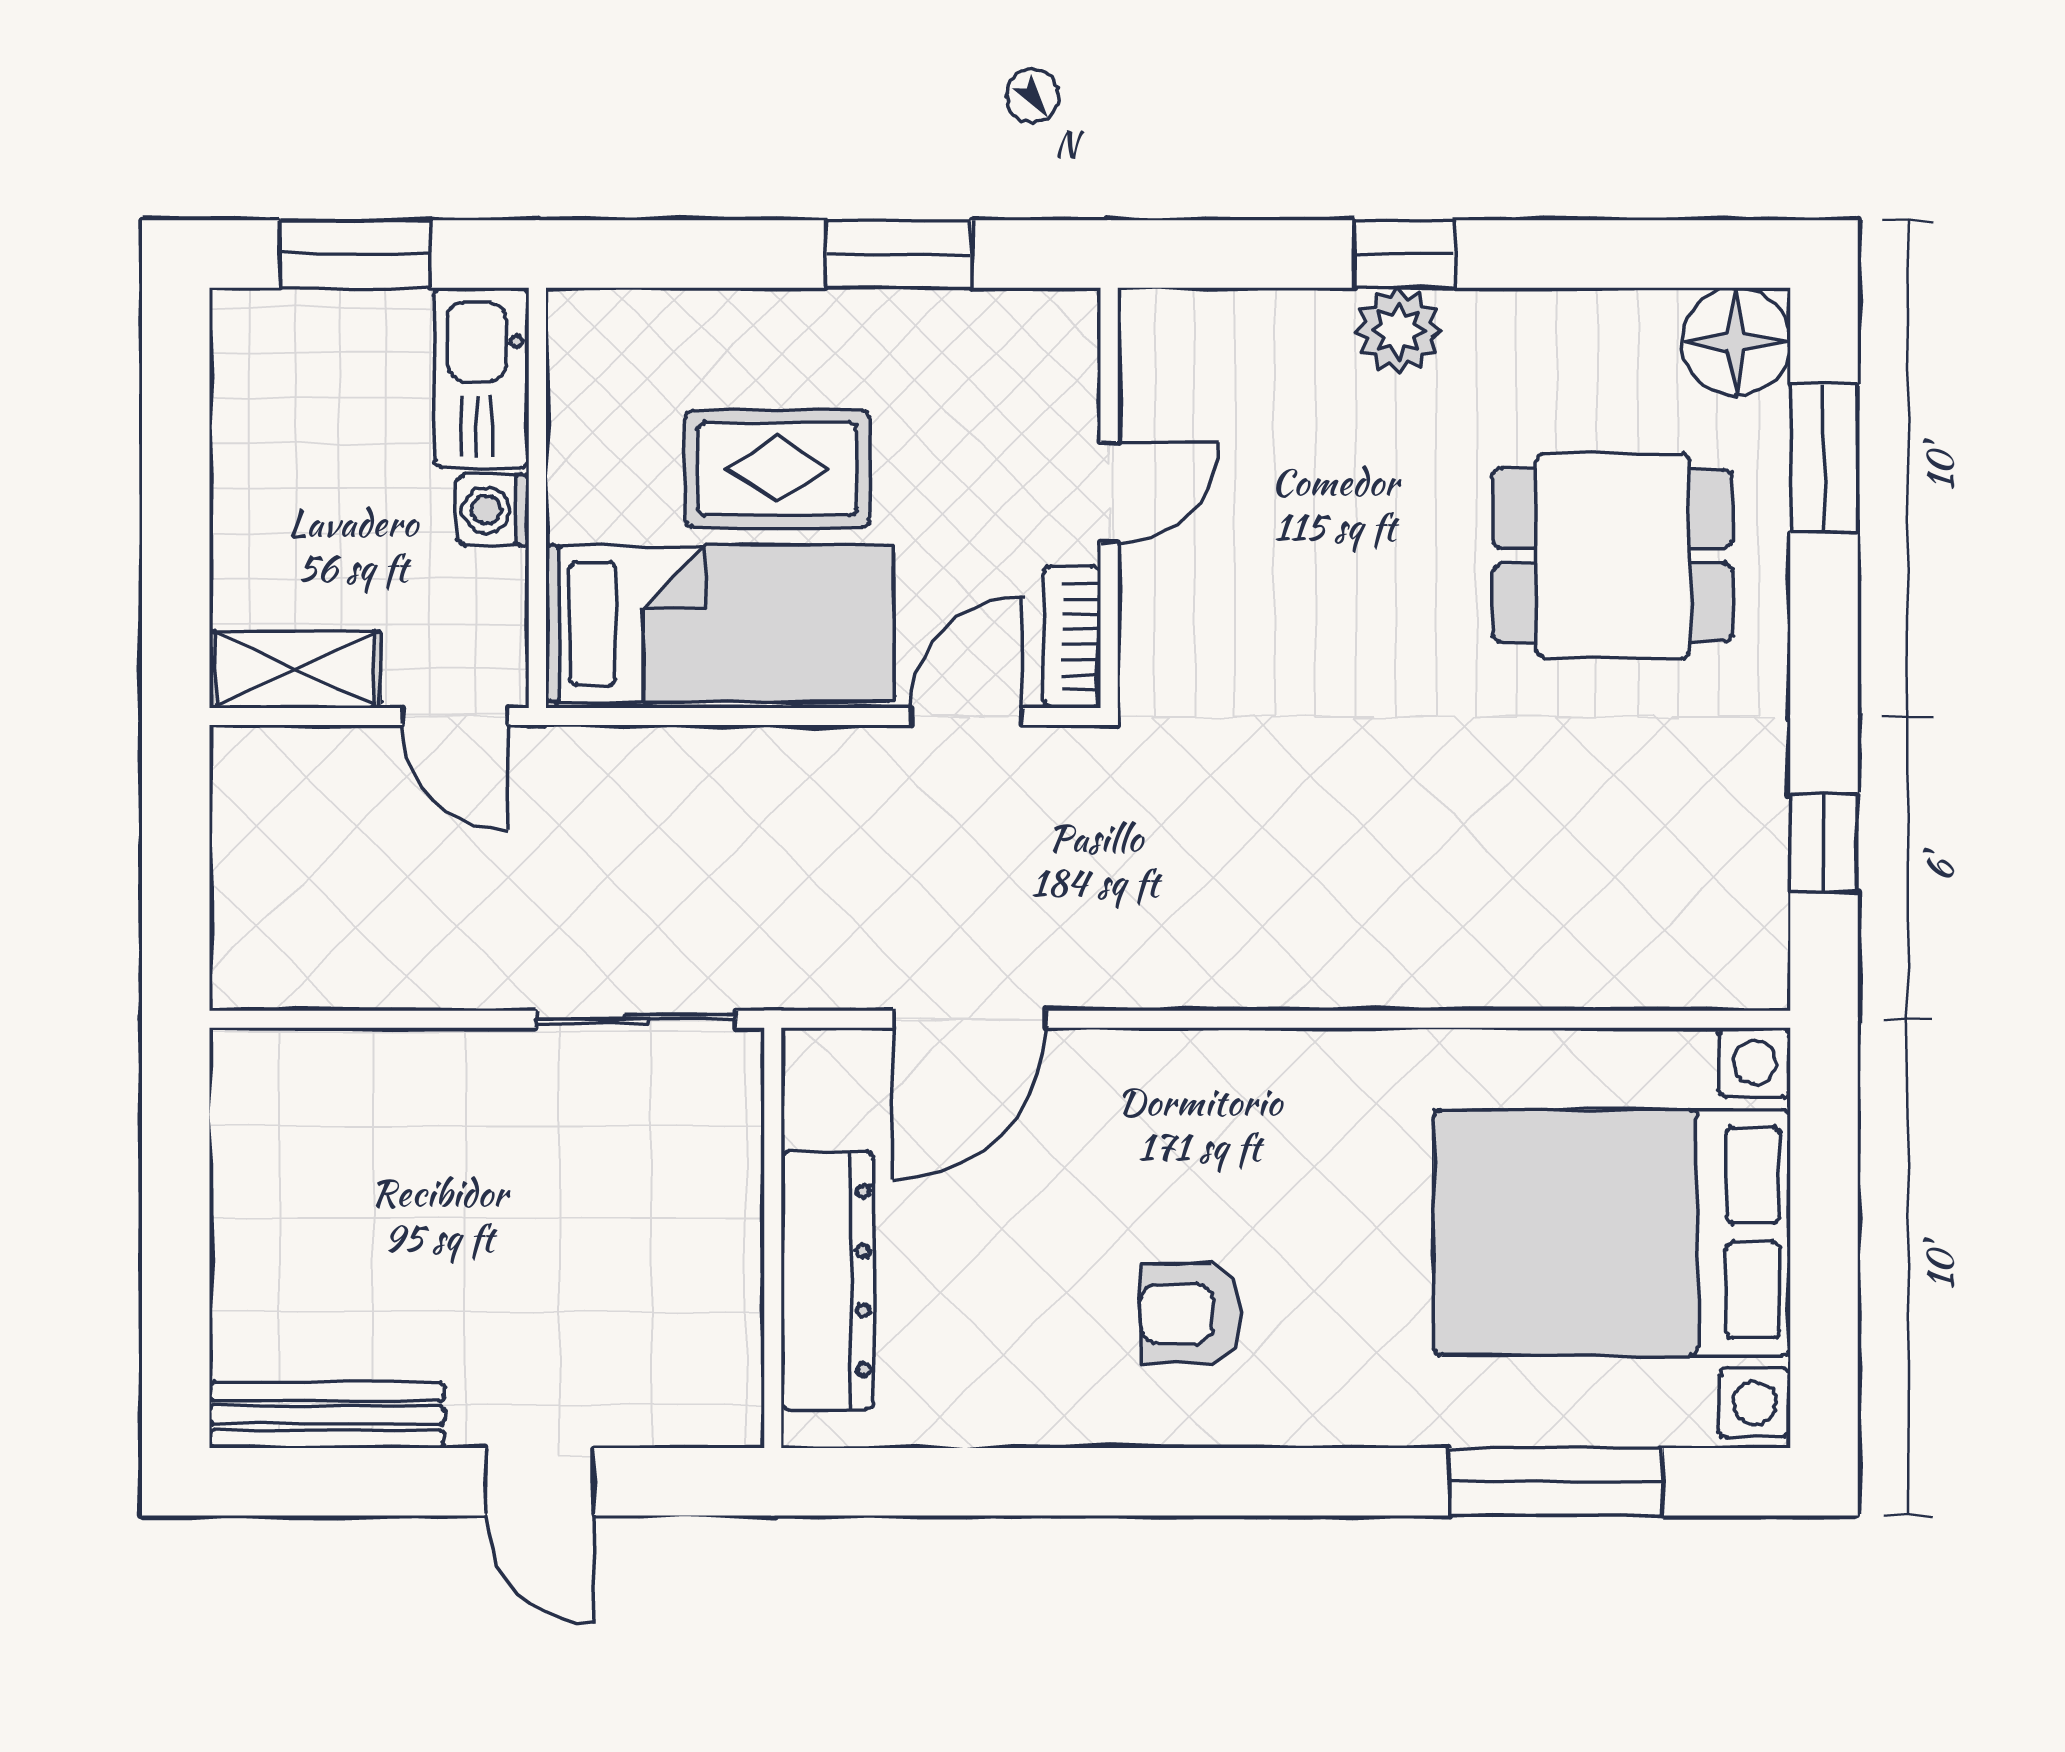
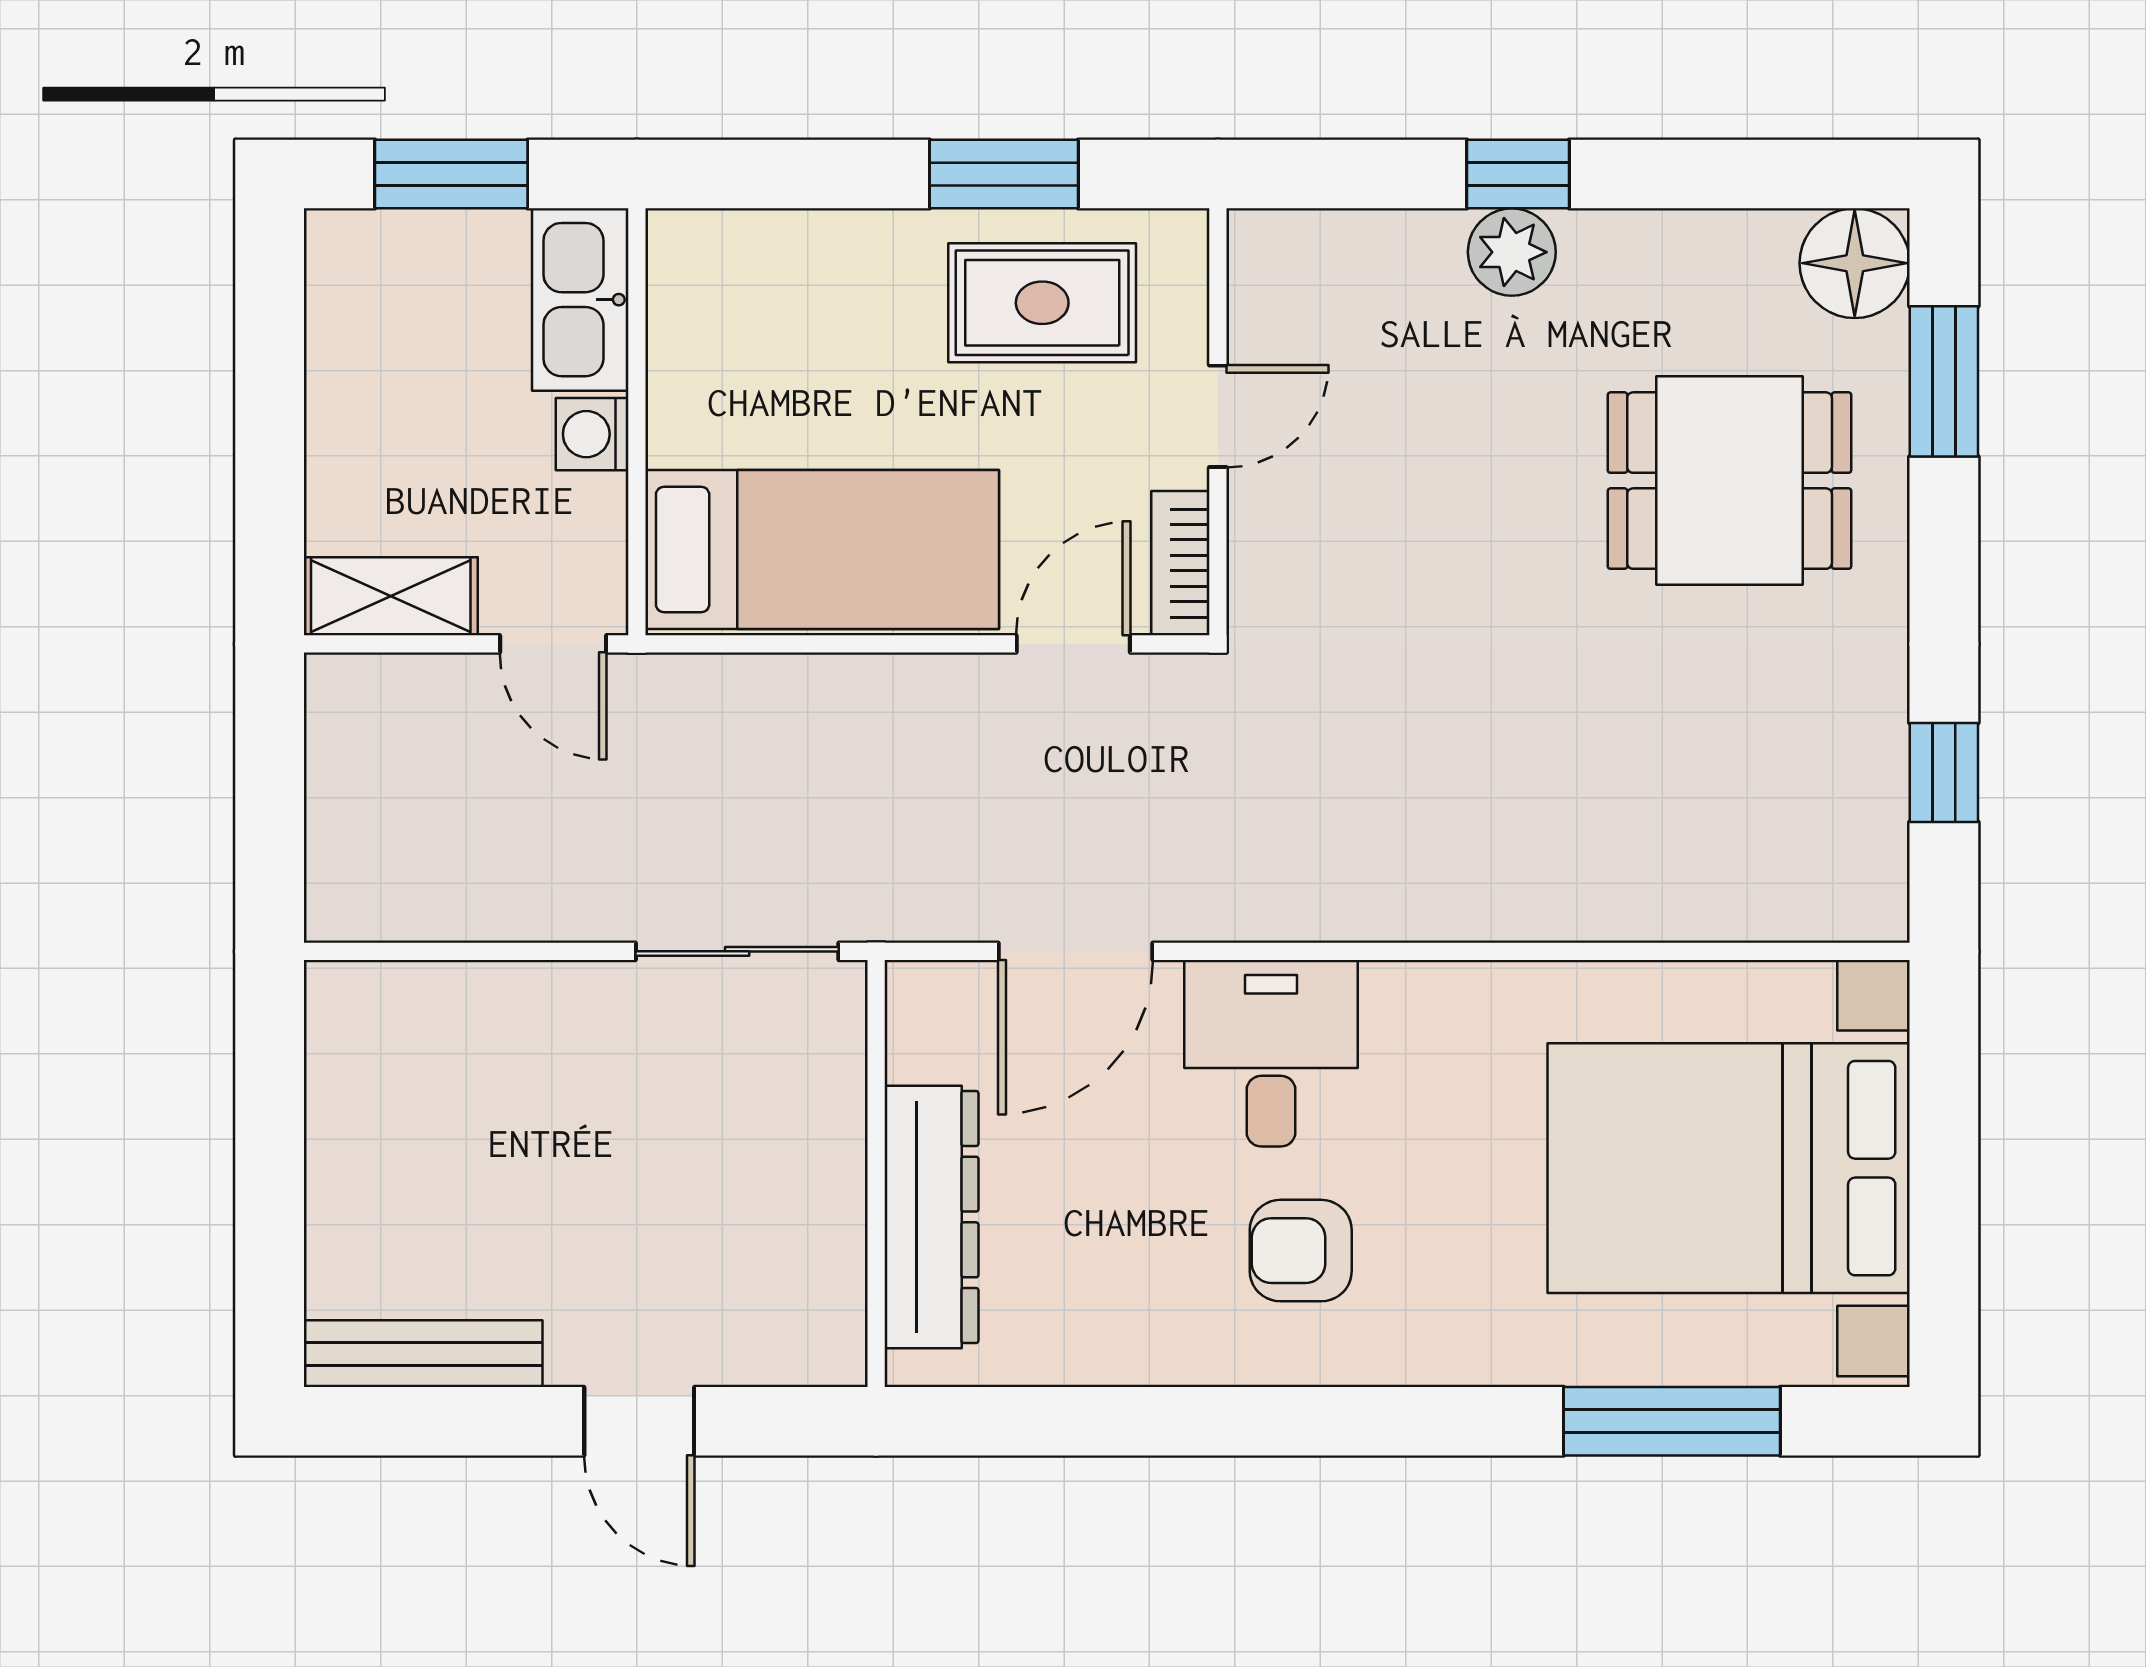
rug: (777, 469) -> (1042, 303), moved
desk: (1162, 1119) -> (1271, 1053), added

